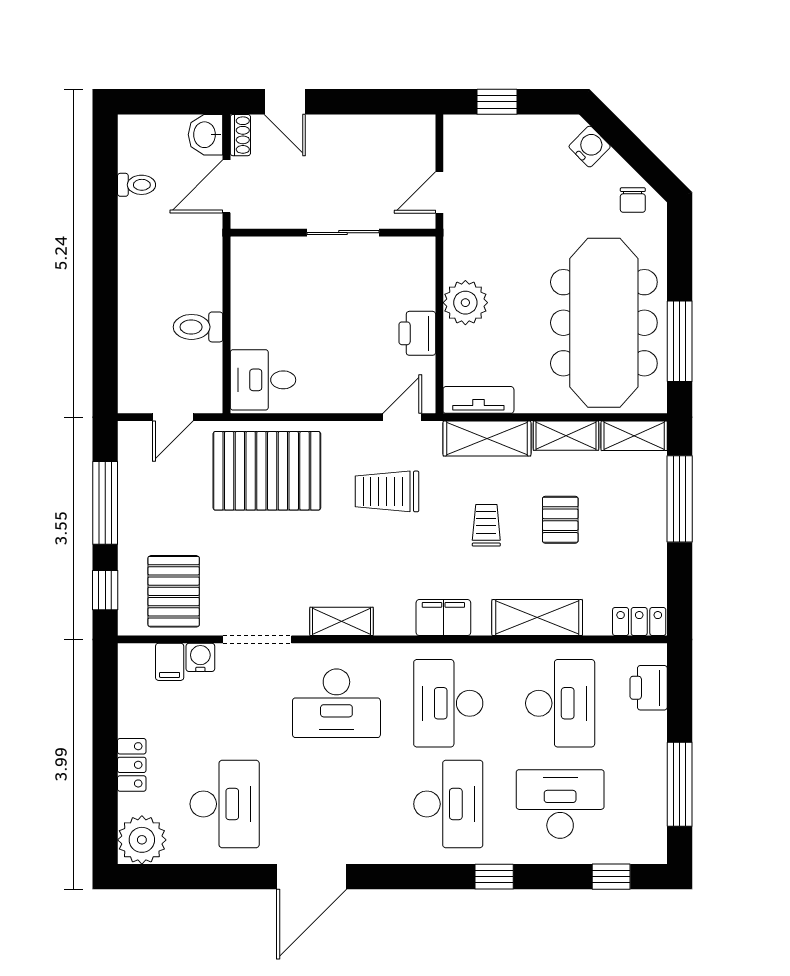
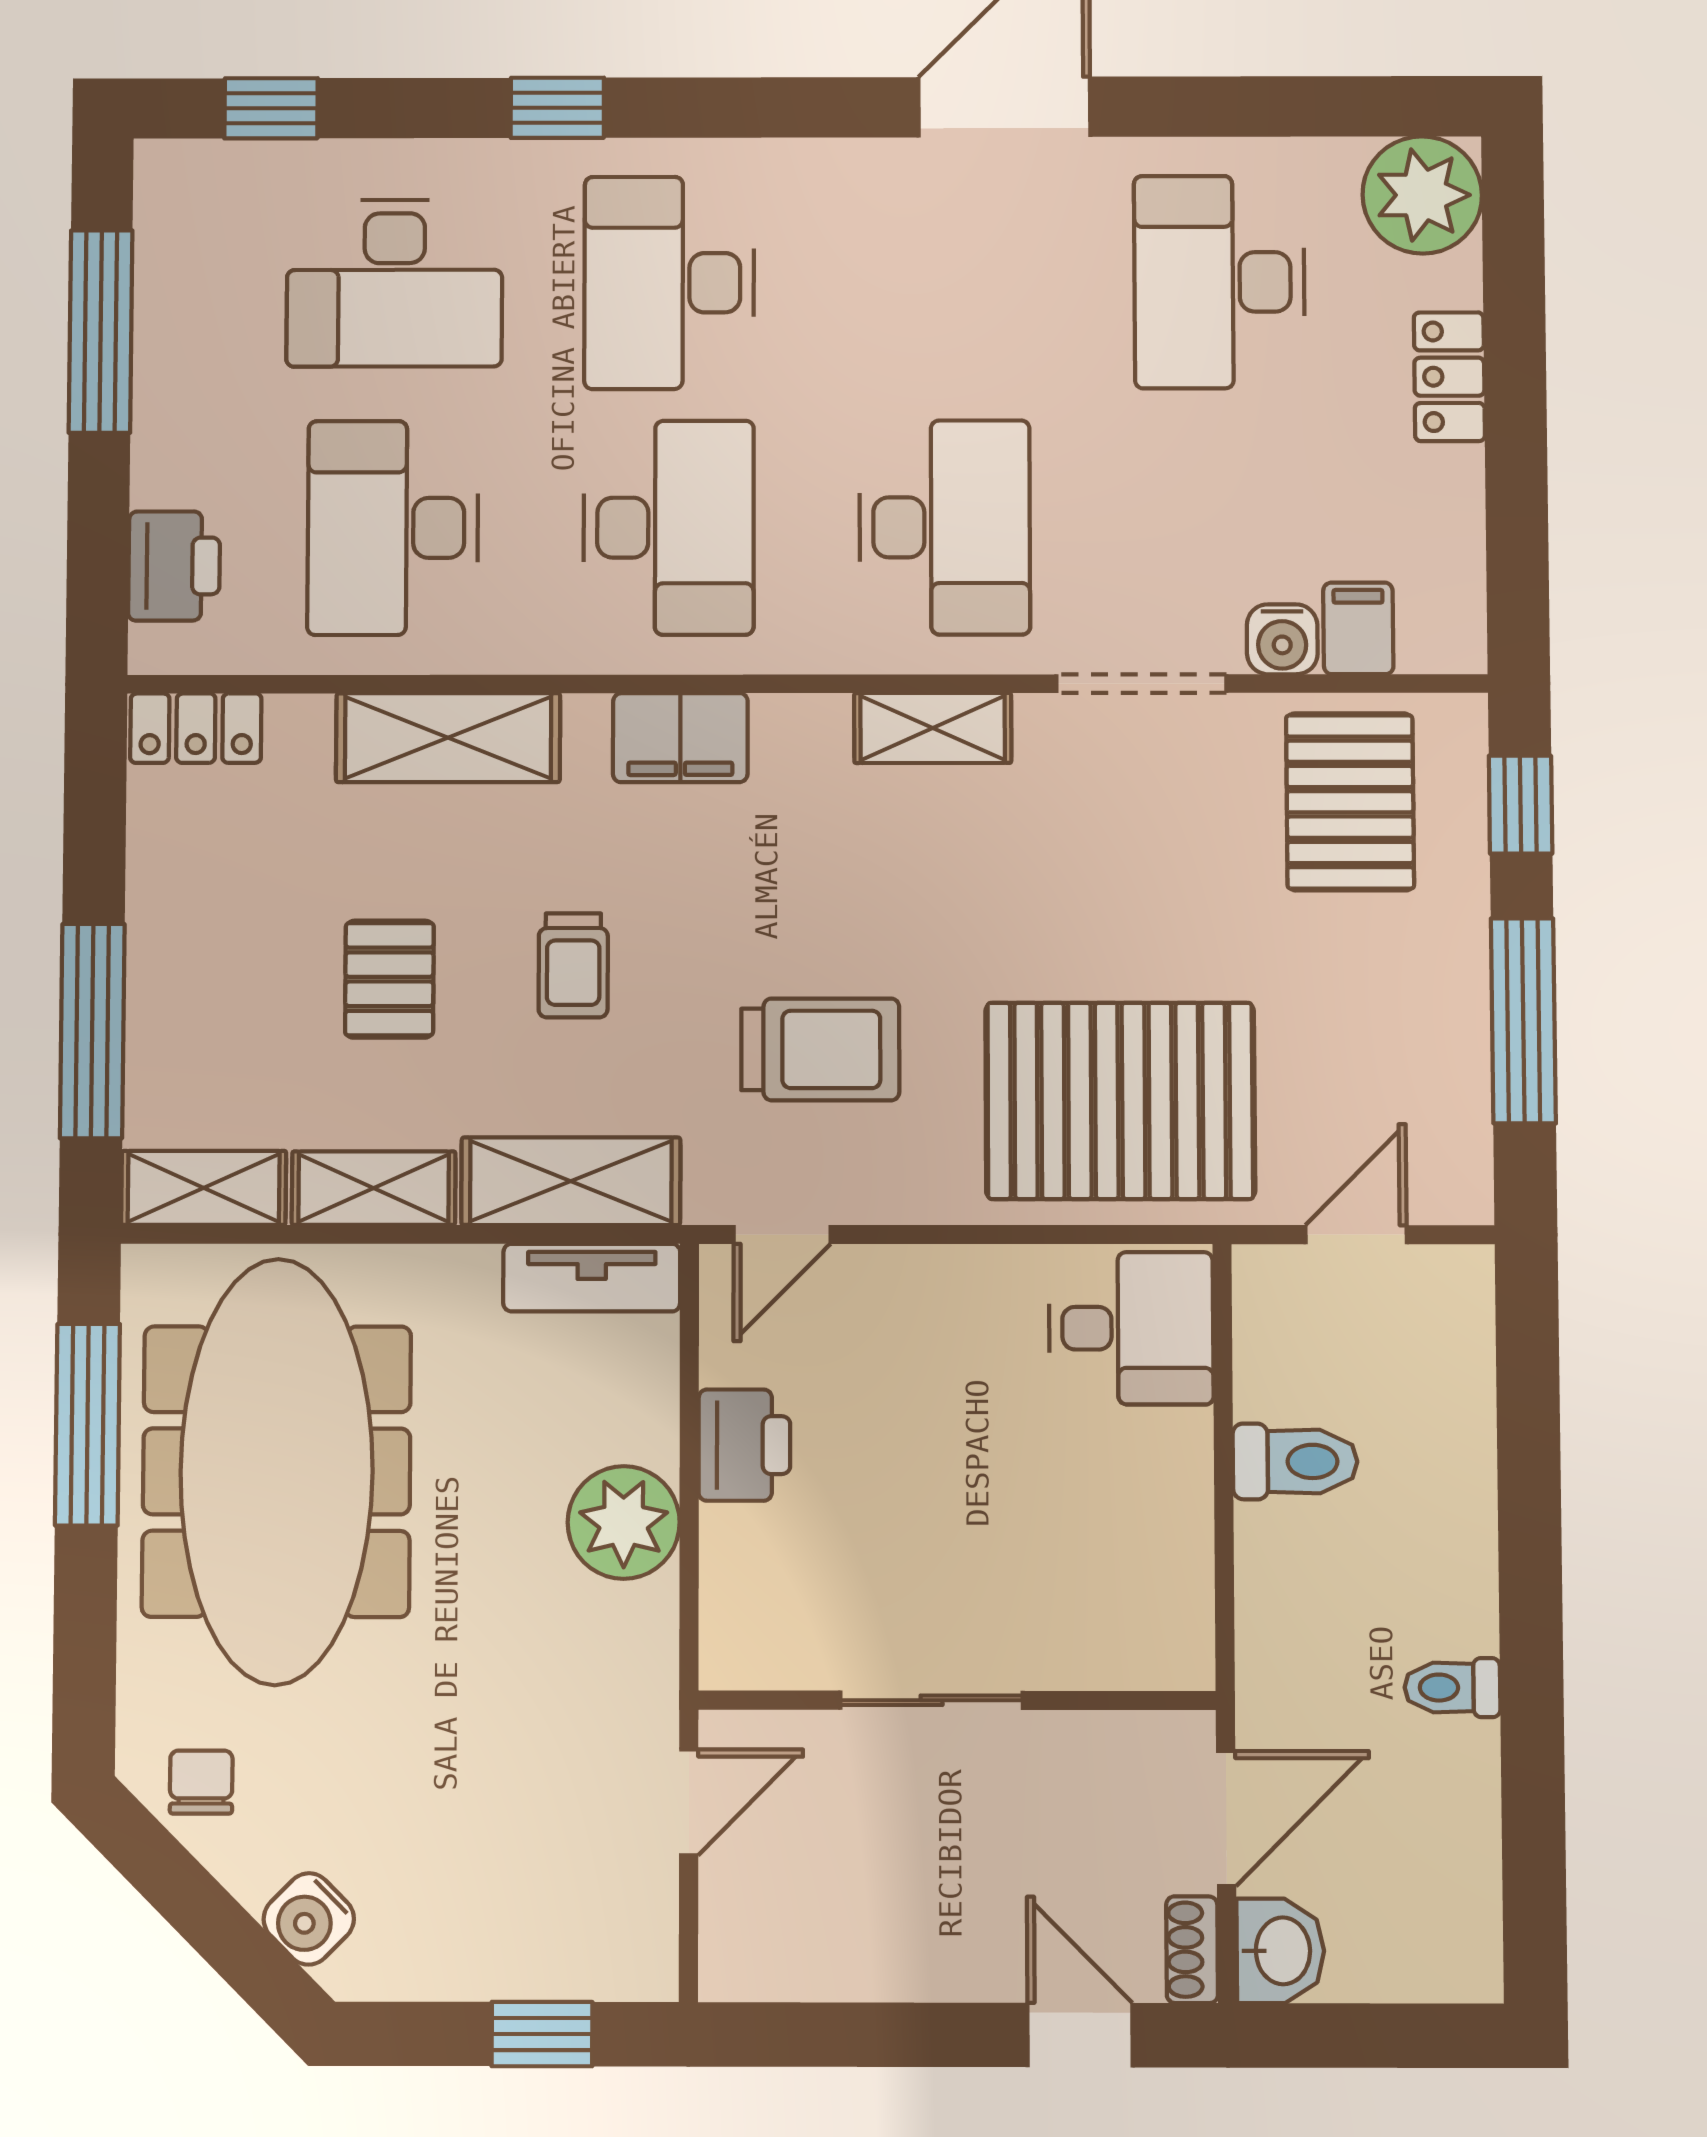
toilet: (137, 185) -> (1452, 1688), moved
desk: (336, 703) -> (945, 527), turned 90

